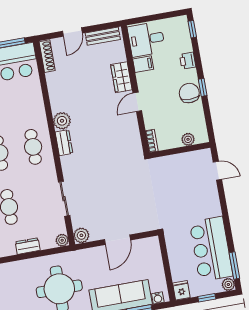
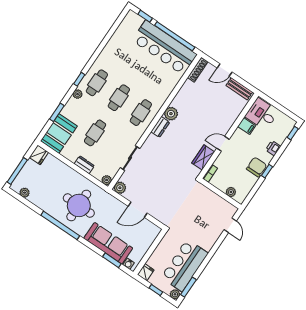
wardrobe: (121, 77) -> (203, 157), moved

